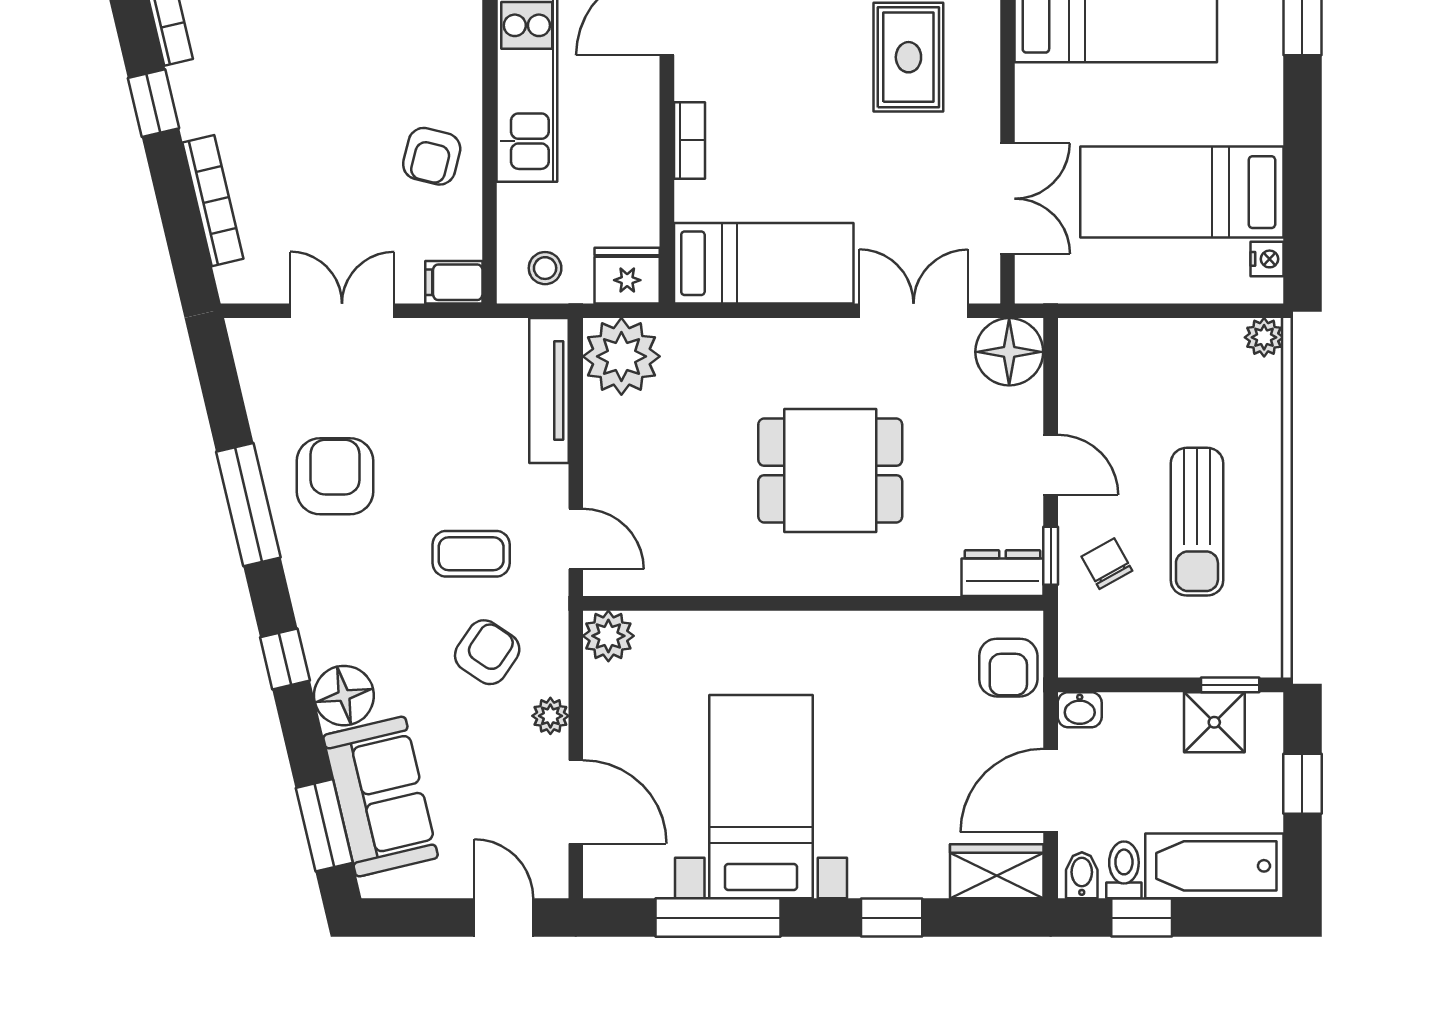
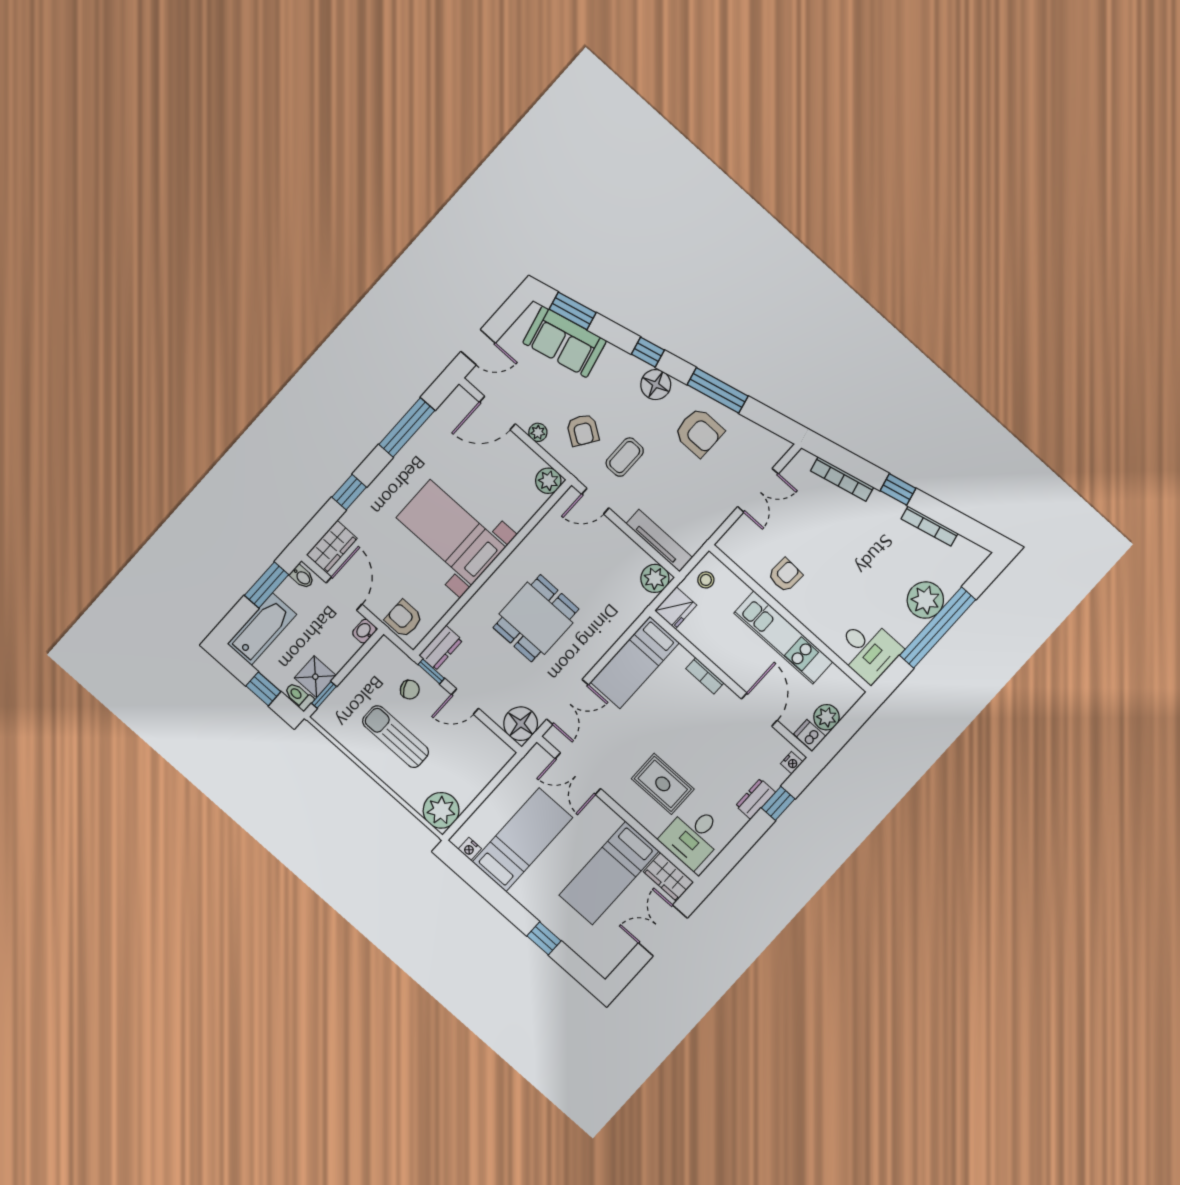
armchair: (432, 156) -> (785, 575), turned 79
filing cabinet: (454, 282) -> (731, 541), removed
plant: (1264, 337) -> (441, 810), width x1.87, depth x1.87
plant: (621, 356) -> (655, 578), width x0.73, depth x0.73
floor lamp: (344, 696) -> (656, 385), moved
bed with nightstands: (761, 797) -> (451, 532), moved, turned 180
toilet: (1124, 870) -> (299, 696), moved, turned 180
window: (1142, 918) -> (267, 585), width x1.50

